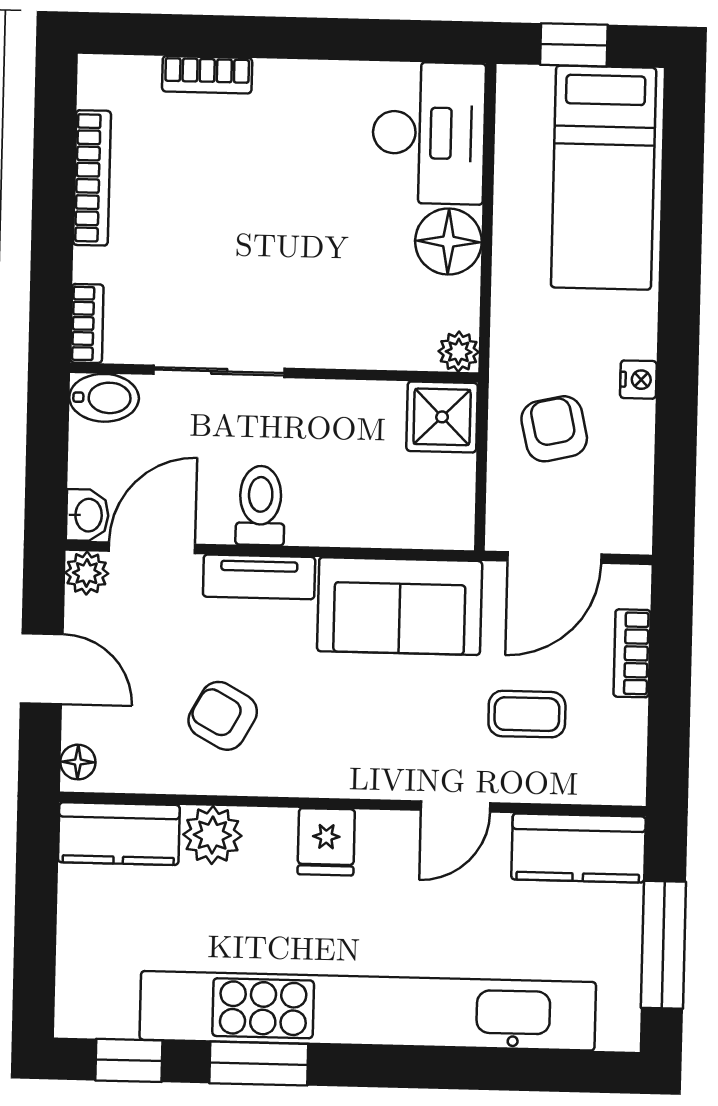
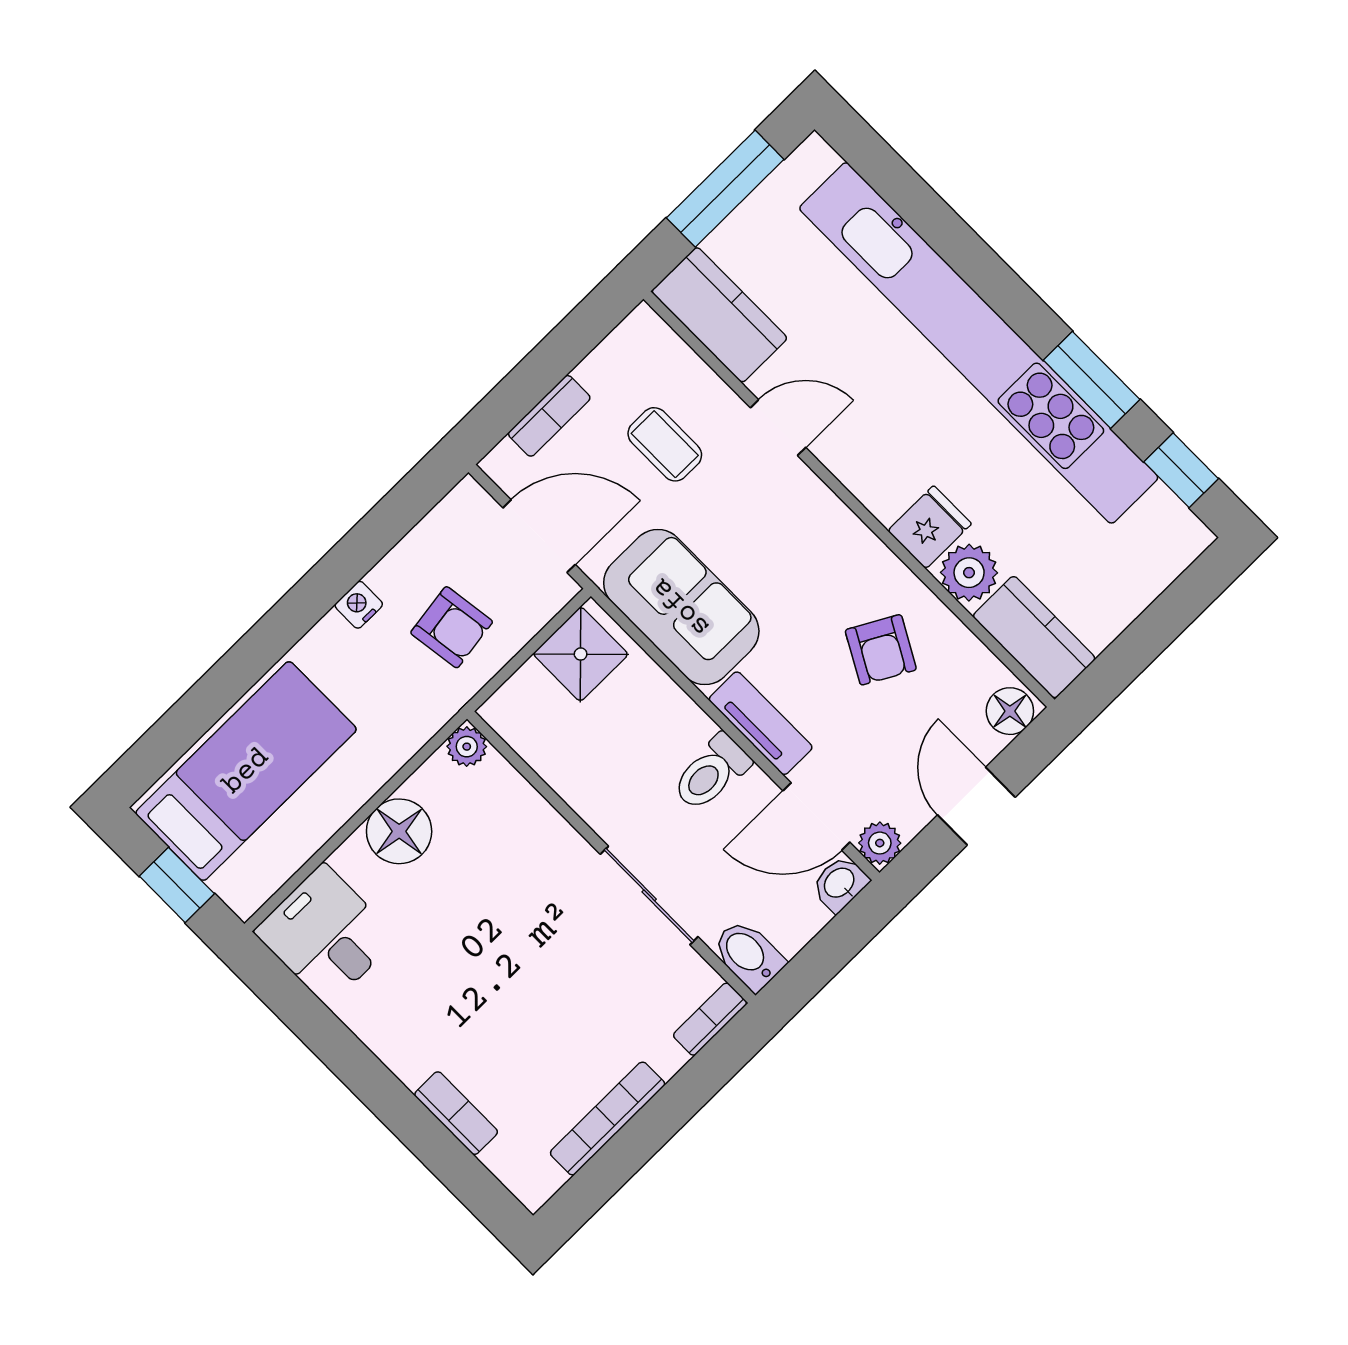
desk: (429, 133) -> (326, 935), width x0.73
shower: (442, 417) -> (581, 654), moved
armchair: (554, 429) -> (452, 627), turned -85
floor lamp: (78, 762) -> (1010, 711), width x1.37, depth x1.37
fridge: (326, 842) -> (930, 527), moved

